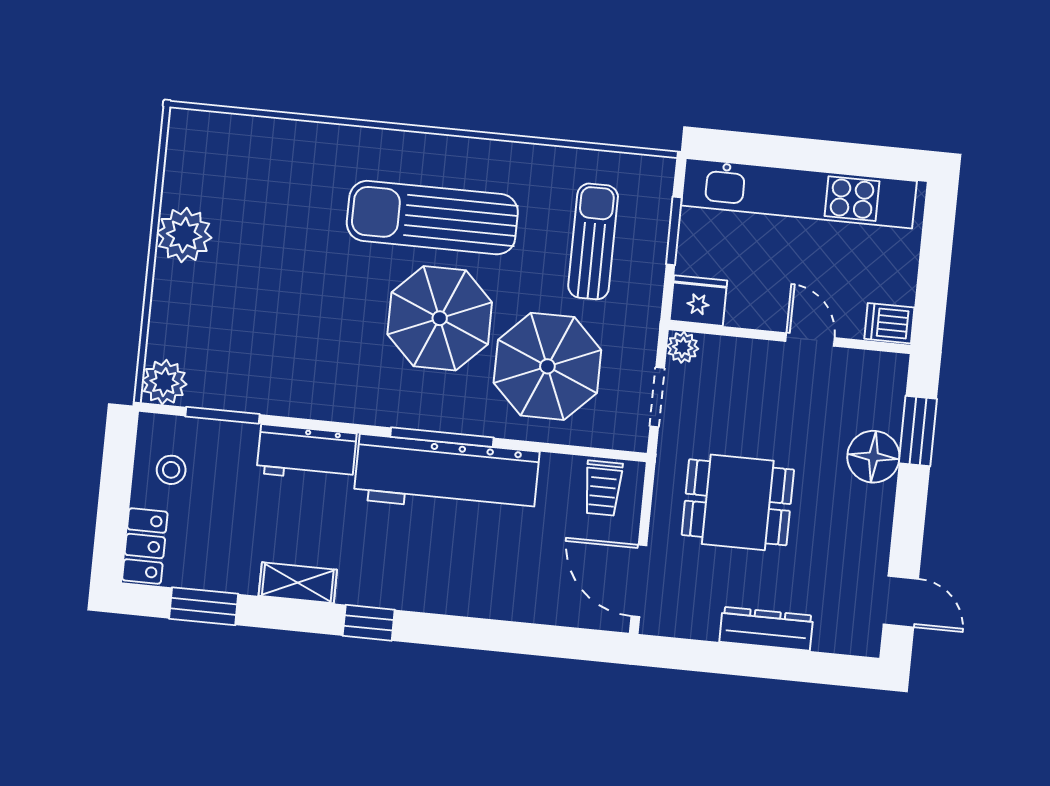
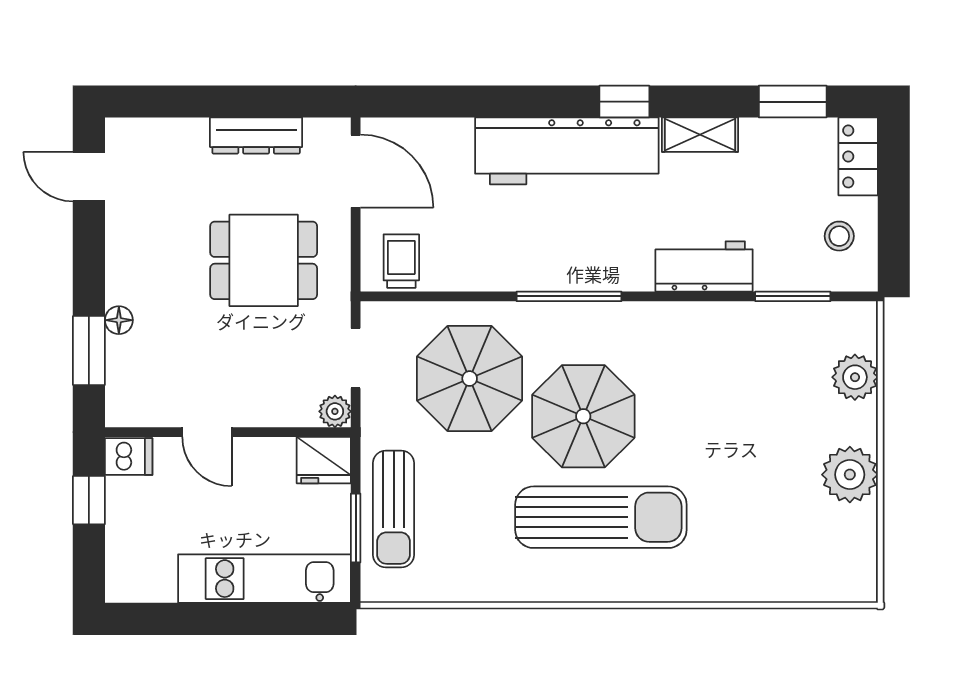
kitchen unit: (799, 193) -> (264, 579), width x0.73
sun lounger: (593, 241) -> (394, 509), moved
window: (933, 284) -> (89, 500), added
plant: (164, 382) -> (855, 377), moved
floor lamp: (873, 457) -> (119, 320), width x0.53, depth x0.53
workbench: (447, 475) -> (567, 151), moved, turned 180
dresser: (766, 629) -> (256, 136), moved

